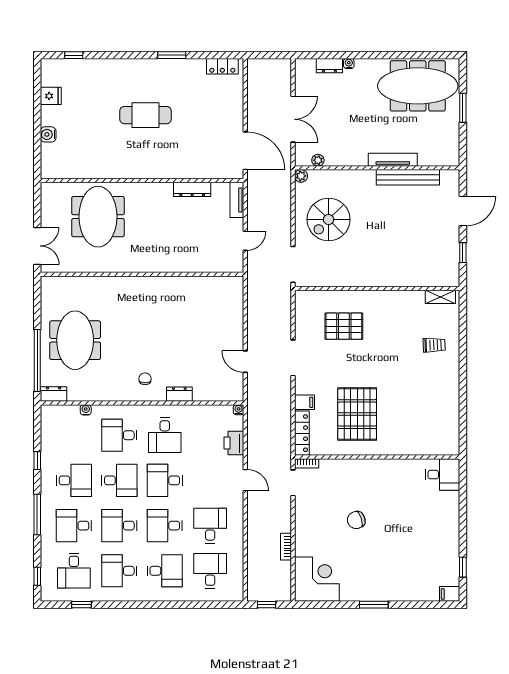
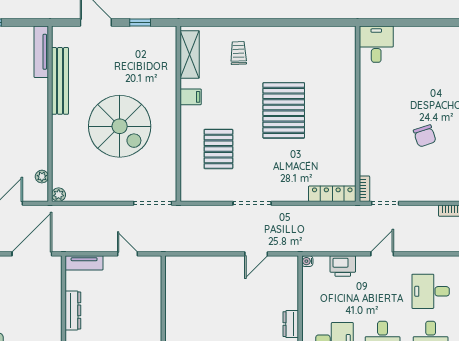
tv unit: (393, 160) -> (41, 52), moved
spiral stairs: (329, 219) -> (120, 126), moved, width x1.37, depth x1.37
shelving: (440, 297) -> (190, 54), width x1.50, depth x1.33
filing cabinet: (304, 402) -> (191, 97), moved, turned 90
pallet: (357, 414) -> (284, 110), moved, turned 90

